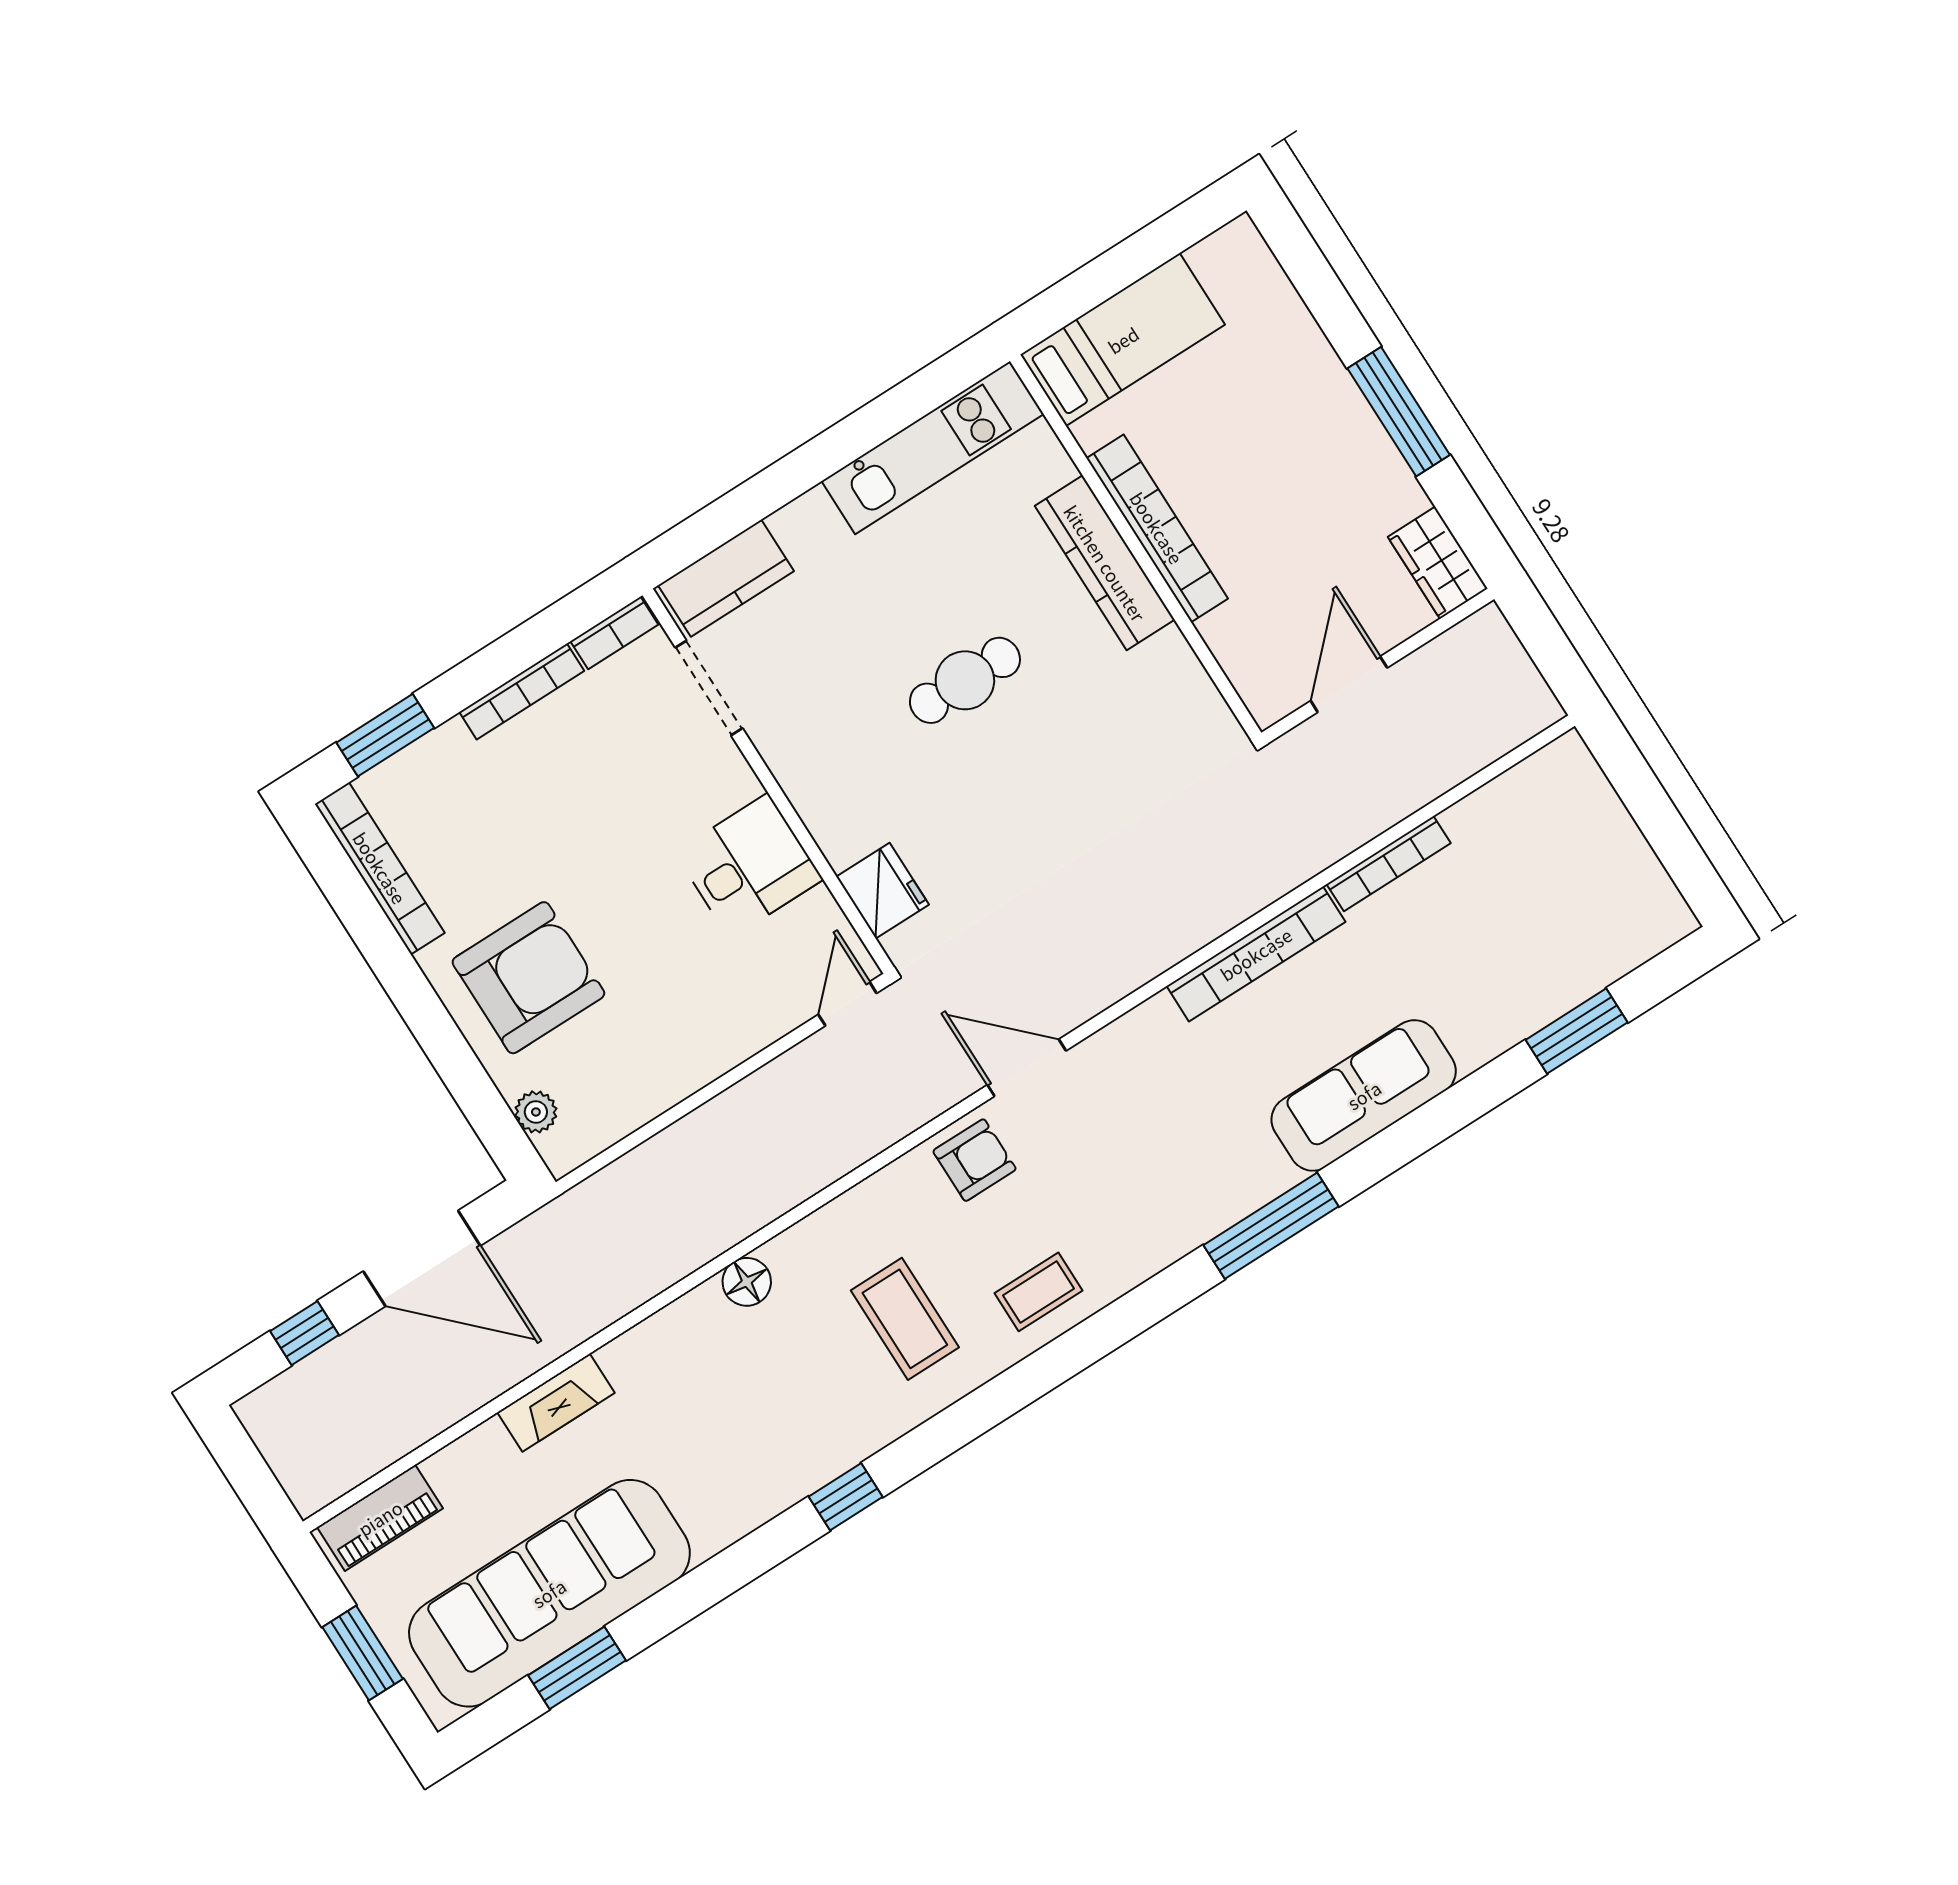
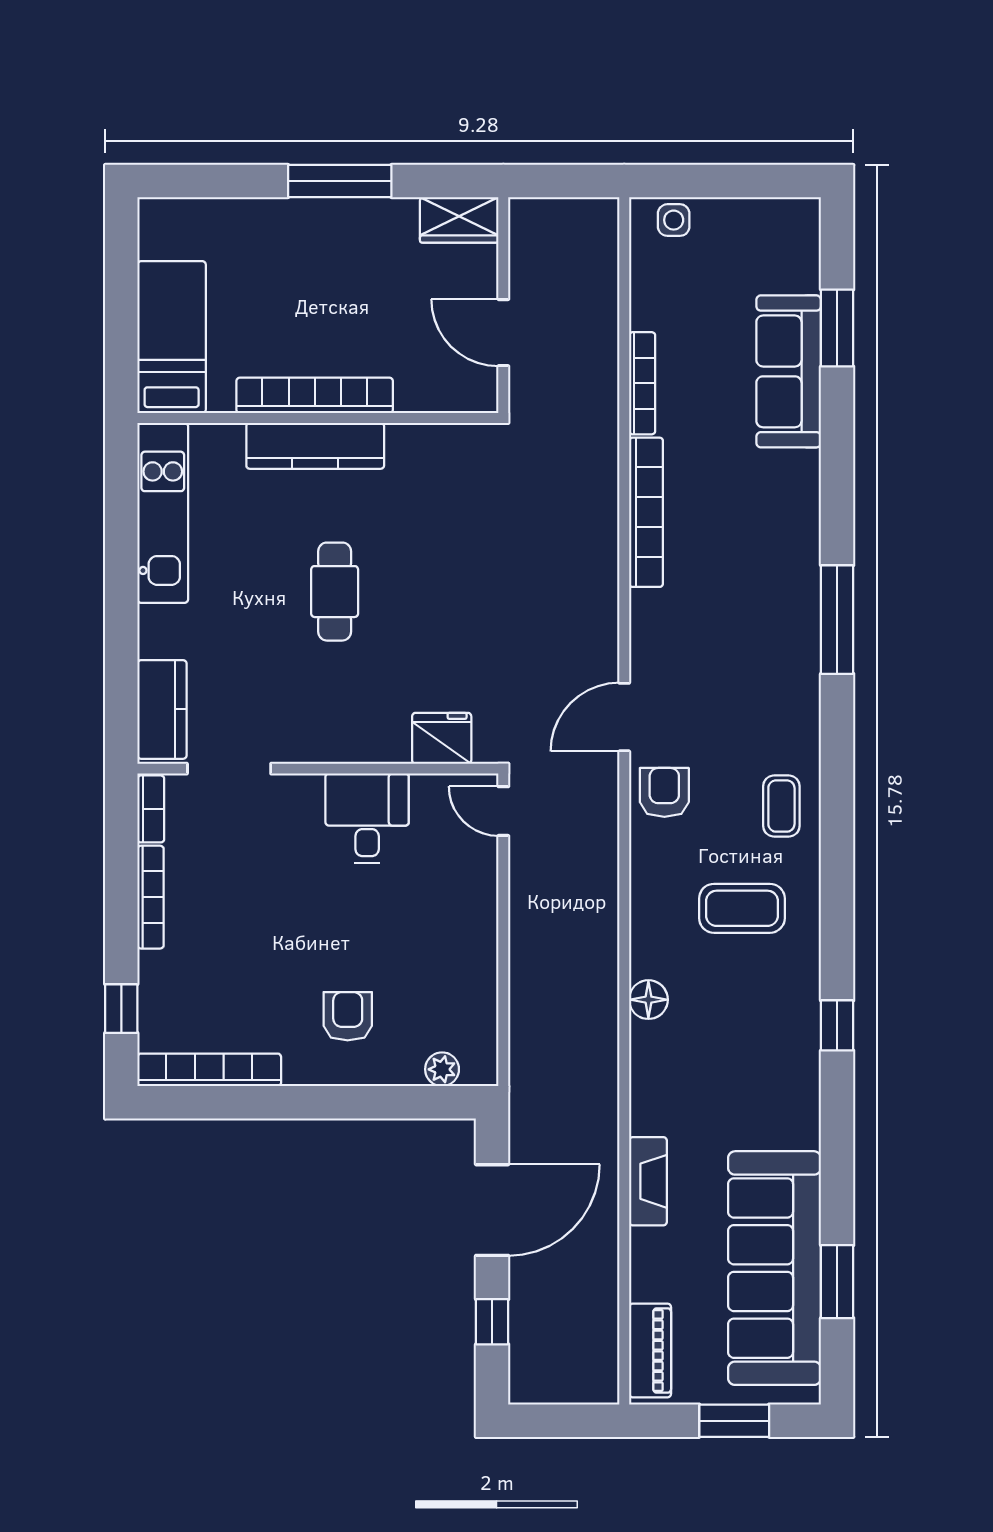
window: (385, 735) -> (121, 1009), width x0.67
side table: (1581, 788) -> (674, 220), added
armchair: (528, 978) -> (348, 1016), width x0.53, depth x0.53
sofa: (1364, 1095) -> (789, 371), moved

